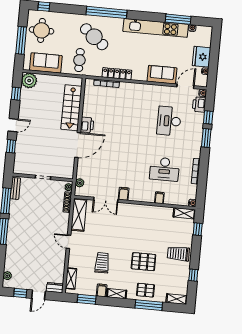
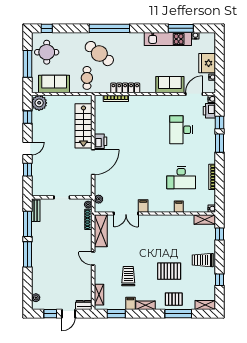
kitchen unit: (156, 28) -> (168, 39), width x0.73

